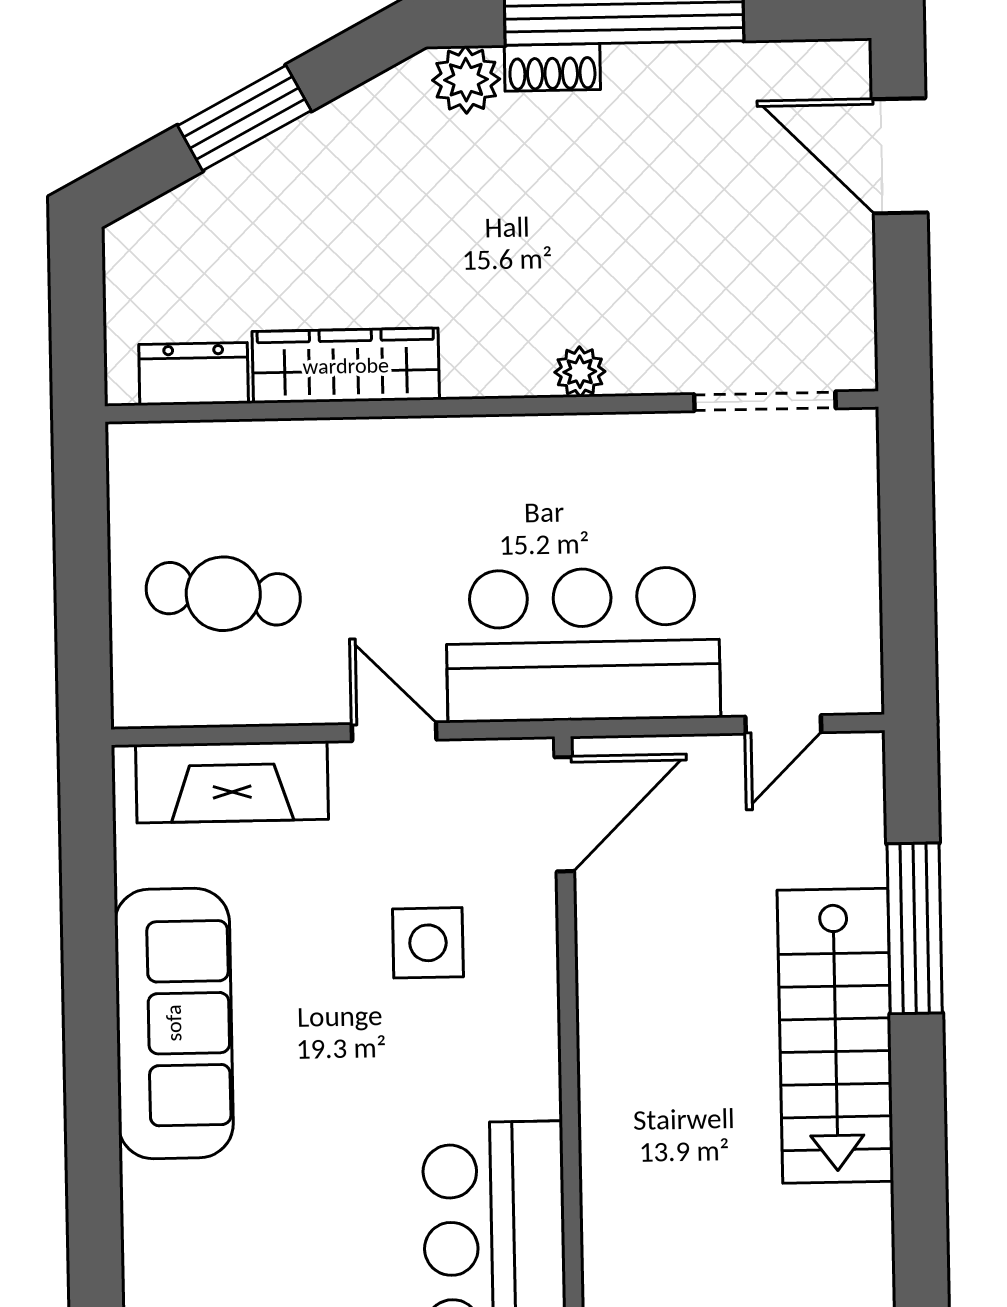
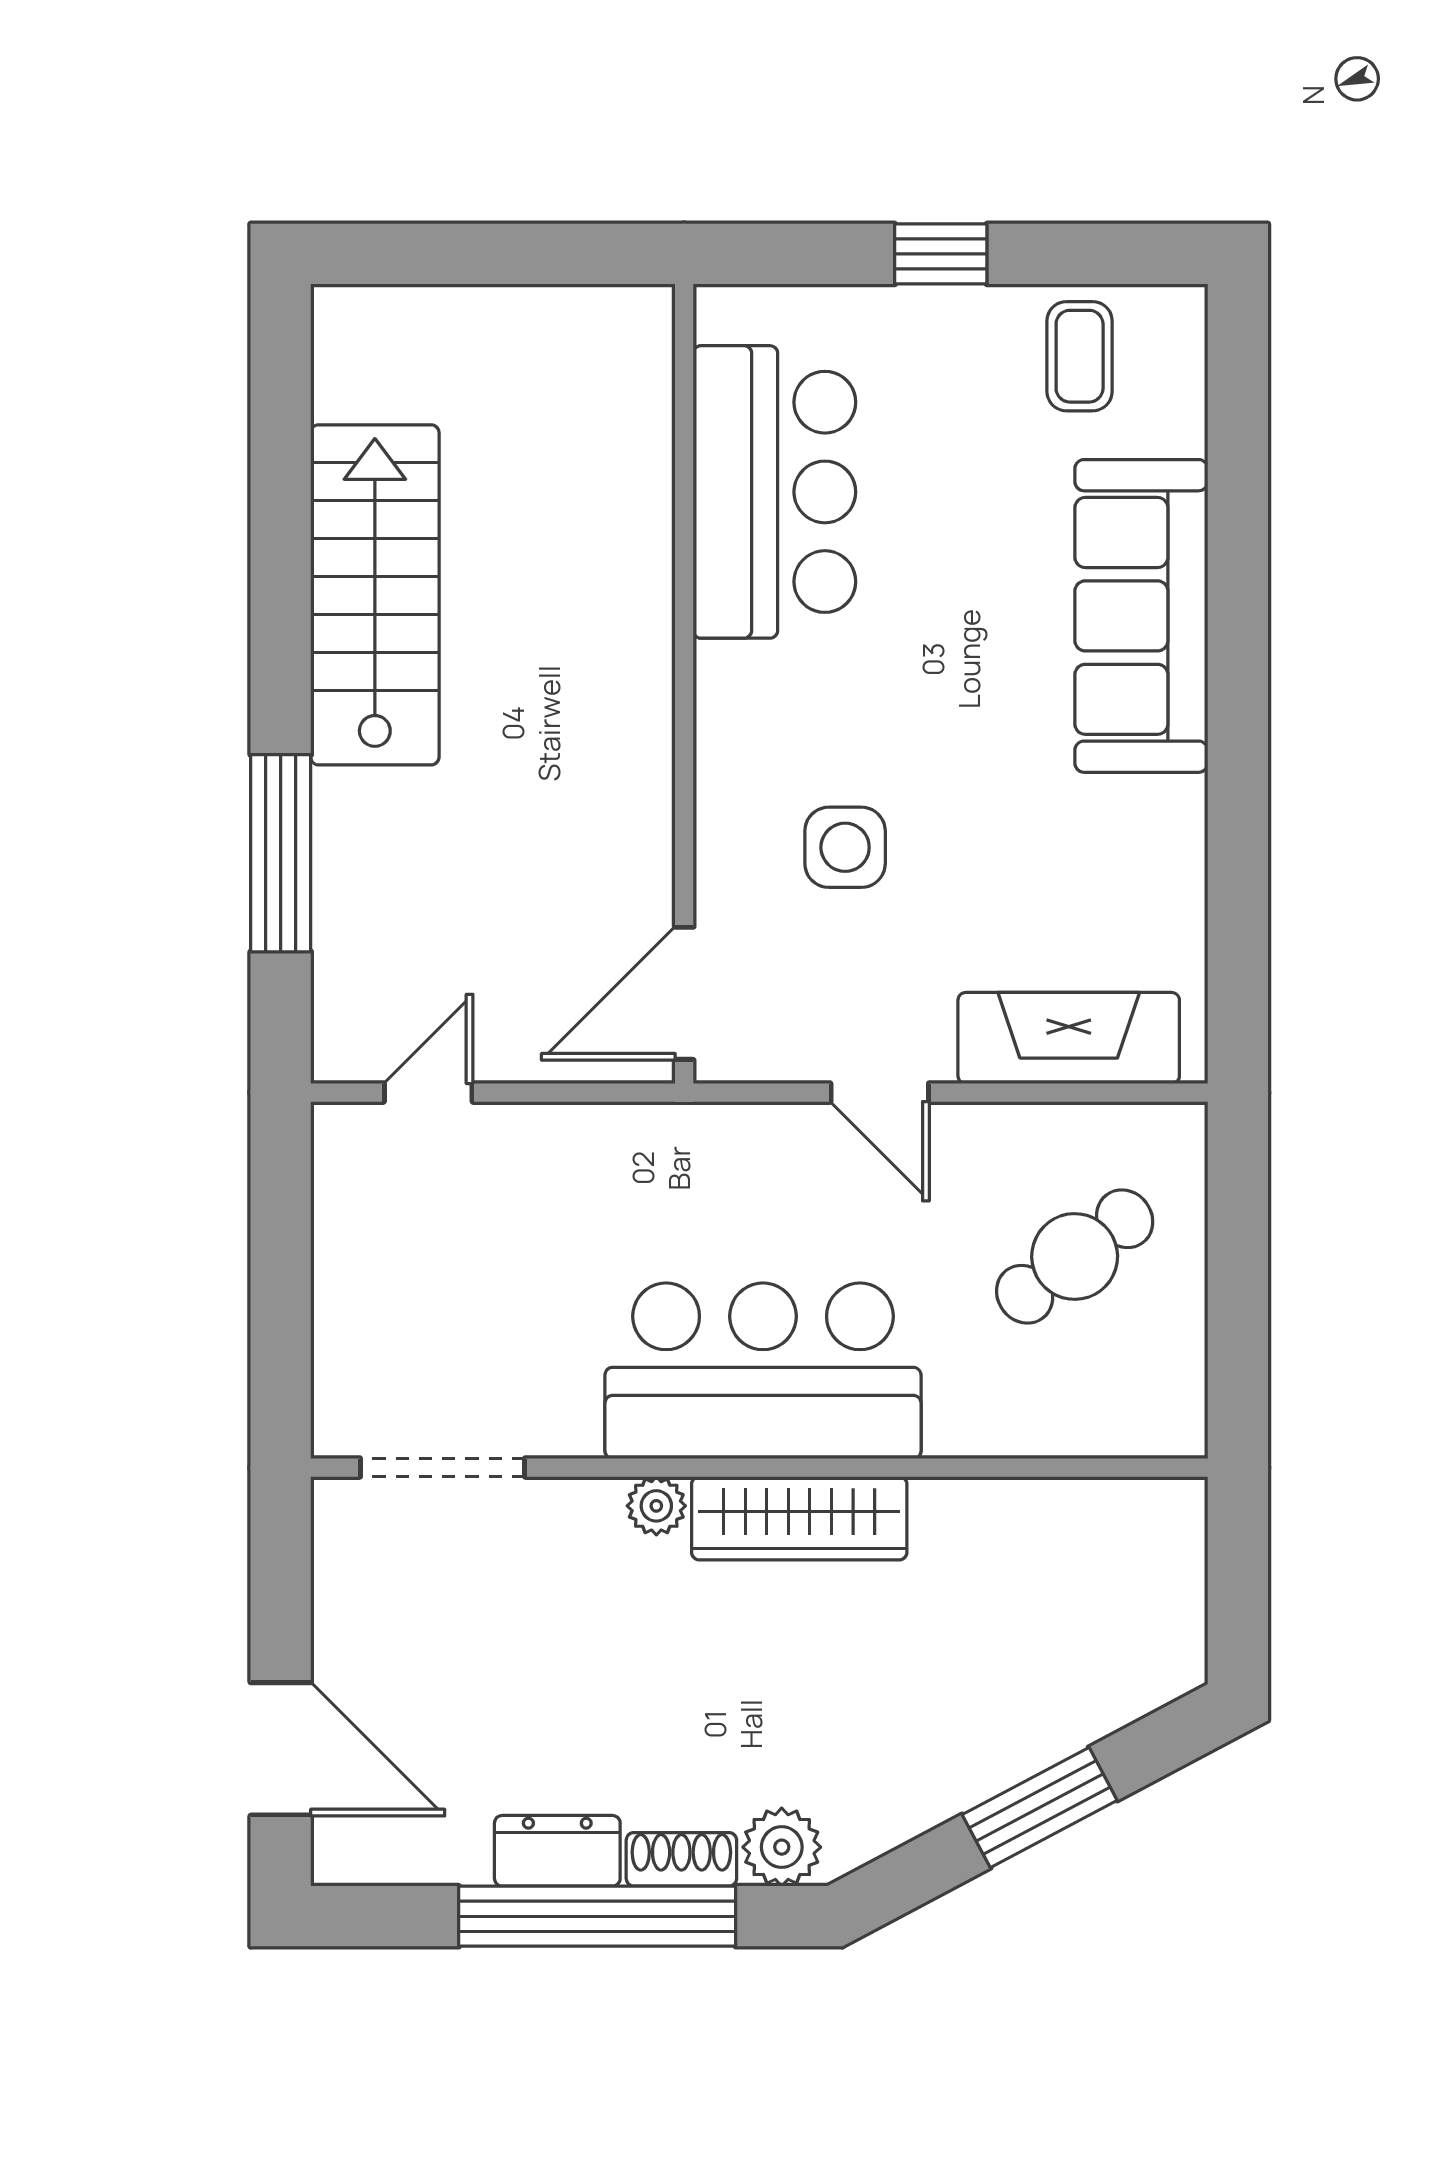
wardrobe: (346, 366) -> (799, 1518), moved
dresser: (194, 374) -> (557, 1851), moved, turned 180
cafe table: (223, 594) -> (1075, 1256), turned -44
bar counter: (583, 645) -> (763, 1371), moved, turned 180
sofa: (174, 1023) -> (1141, 616), moved
stairs: (835, 1036) -> (375, 595), moved

